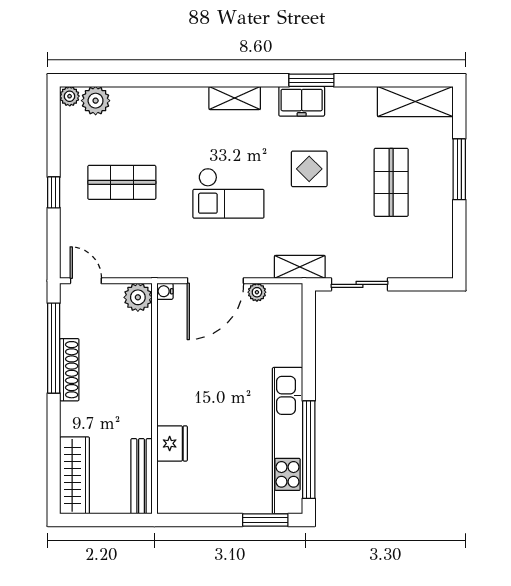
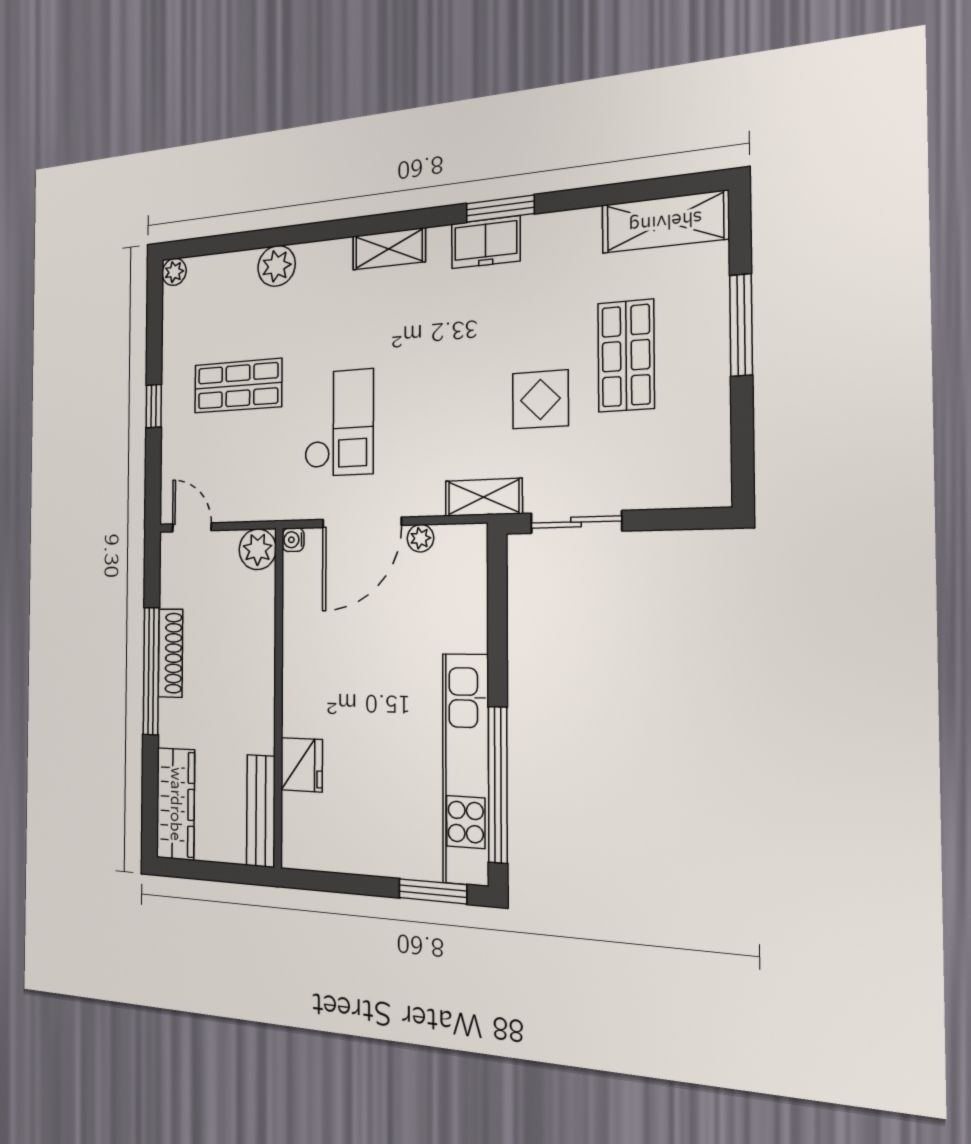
plant: (96, 101) -> (277, 266), moved
display table: (309, 169) -> (540, 399), moved
checkout: (228, 193) -> (339, 423), moved, turned -90
window: (54, 348) -> (151, 671), moved

